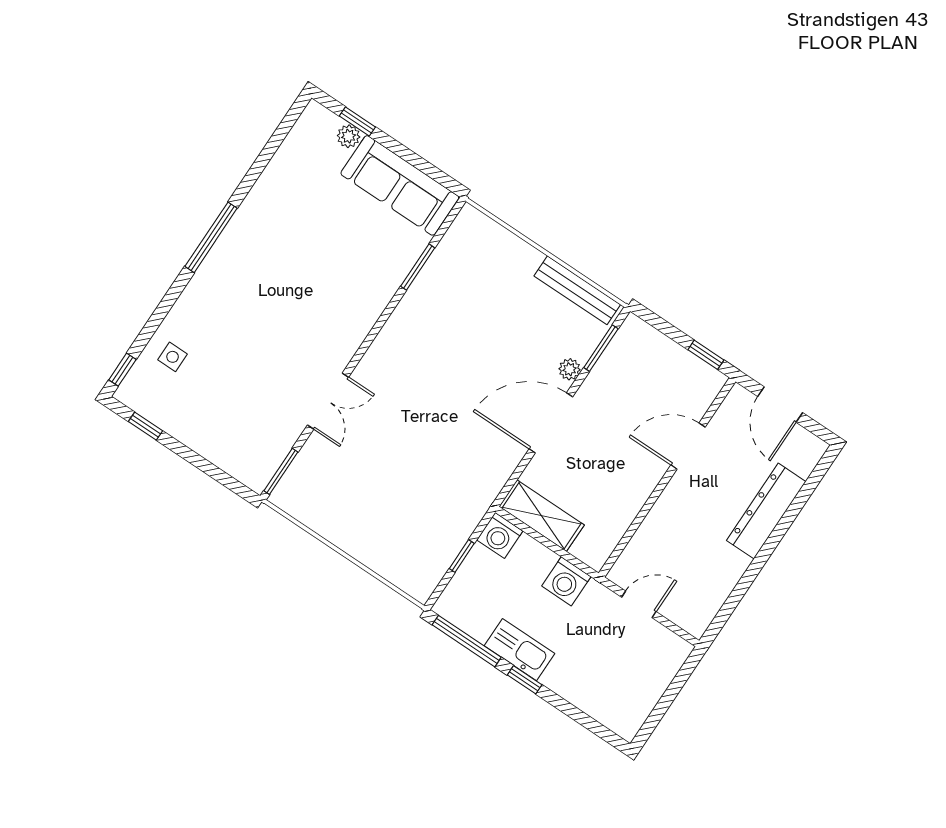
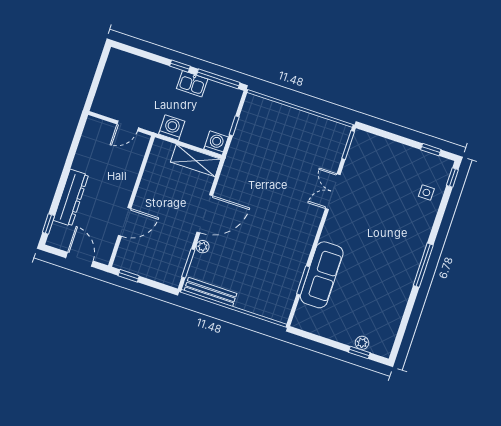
sofa: (400, 185) -> (322, 275), moved, turned 90
window: (816, 478) -> (48, 224), added
kitchen sink: (519, 650) -> (192, 84), width x0.73

